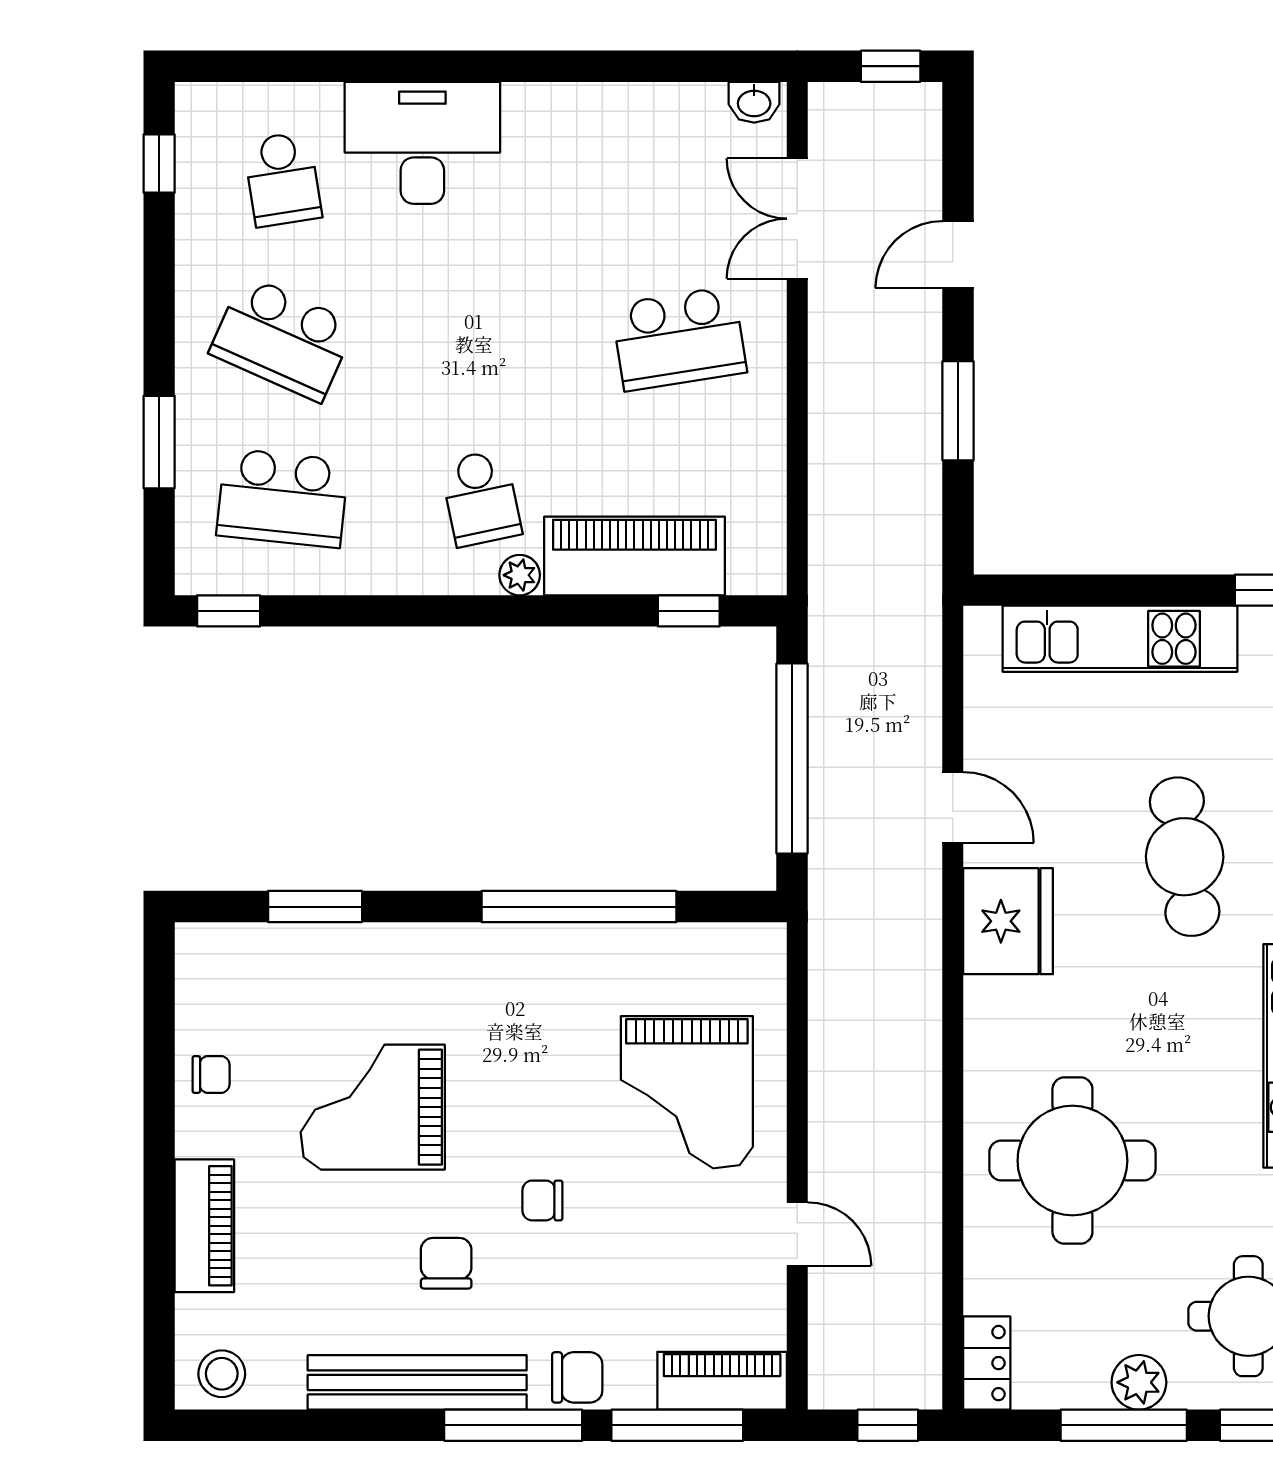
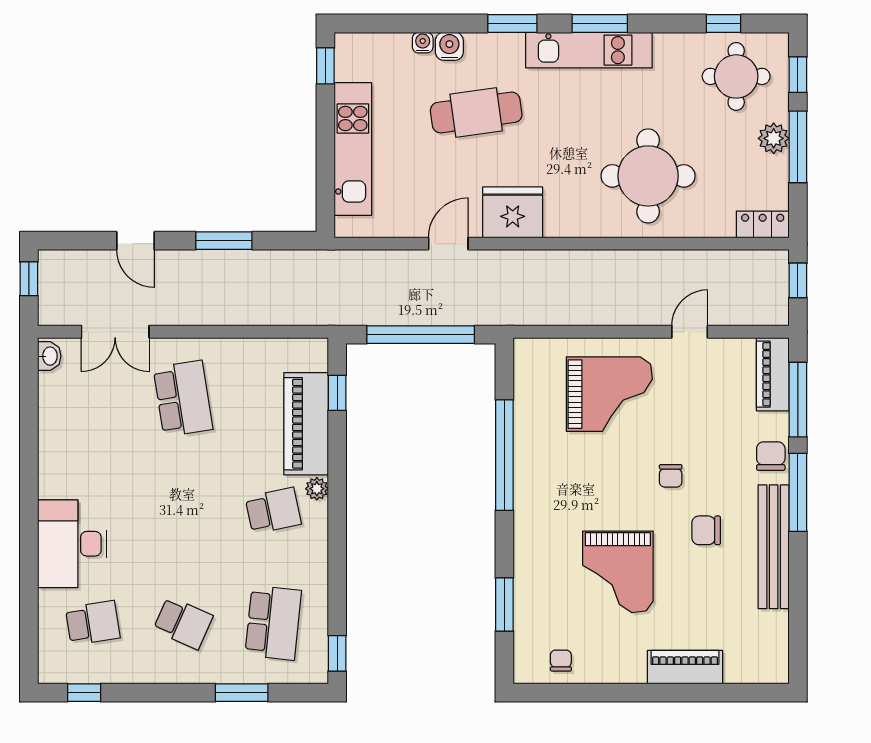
school desk: (282, 339) -> (183, 623), width x0.54
chair: (211, 1074) -> (561, 661), moved
stool: (222, 1374) -> (769, 657), removed

